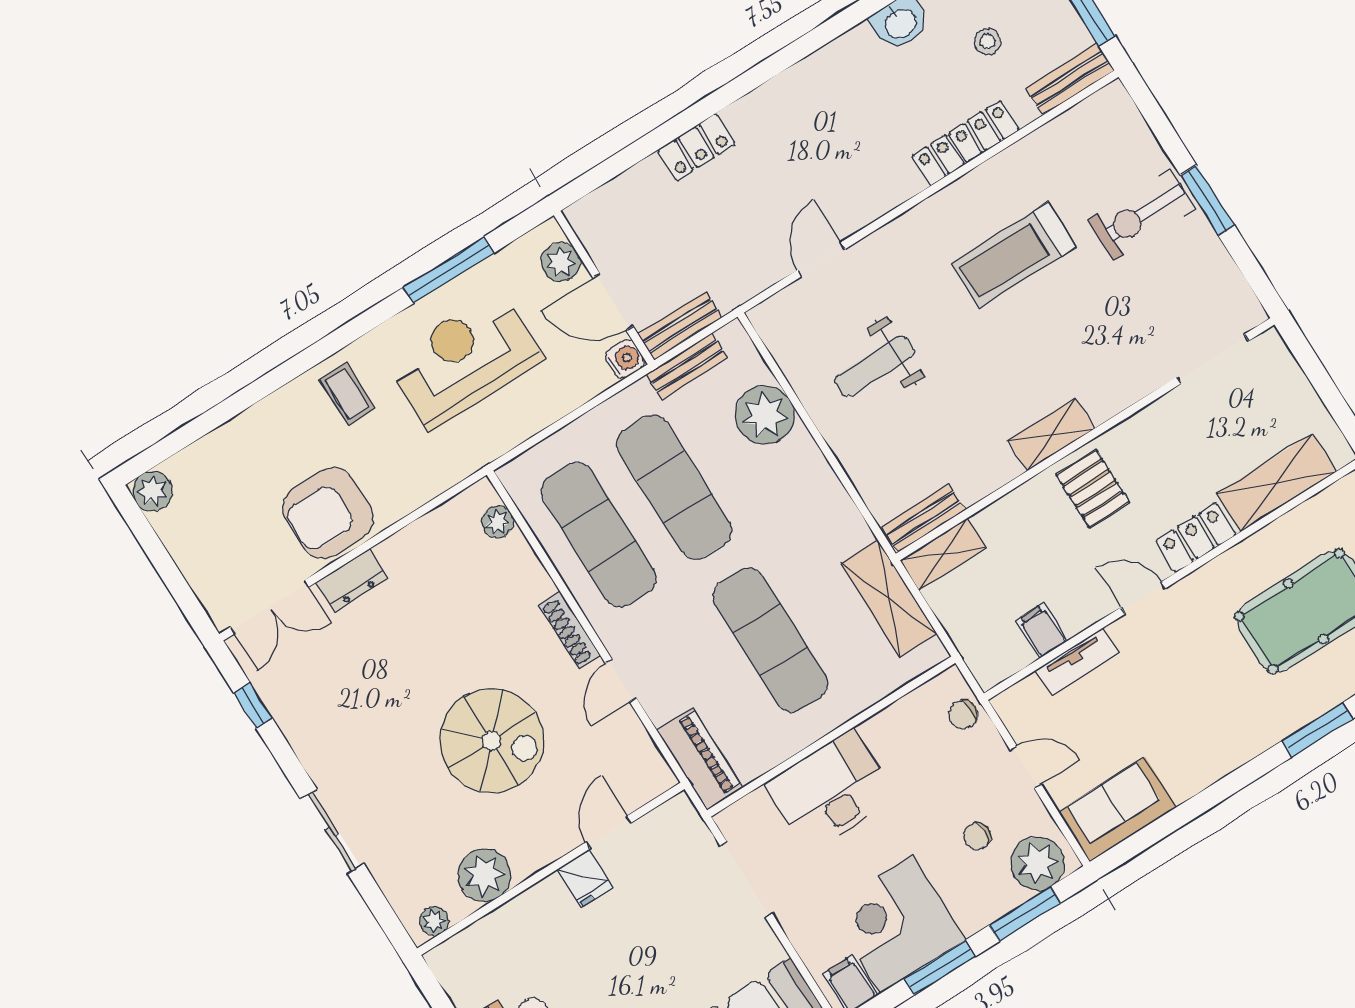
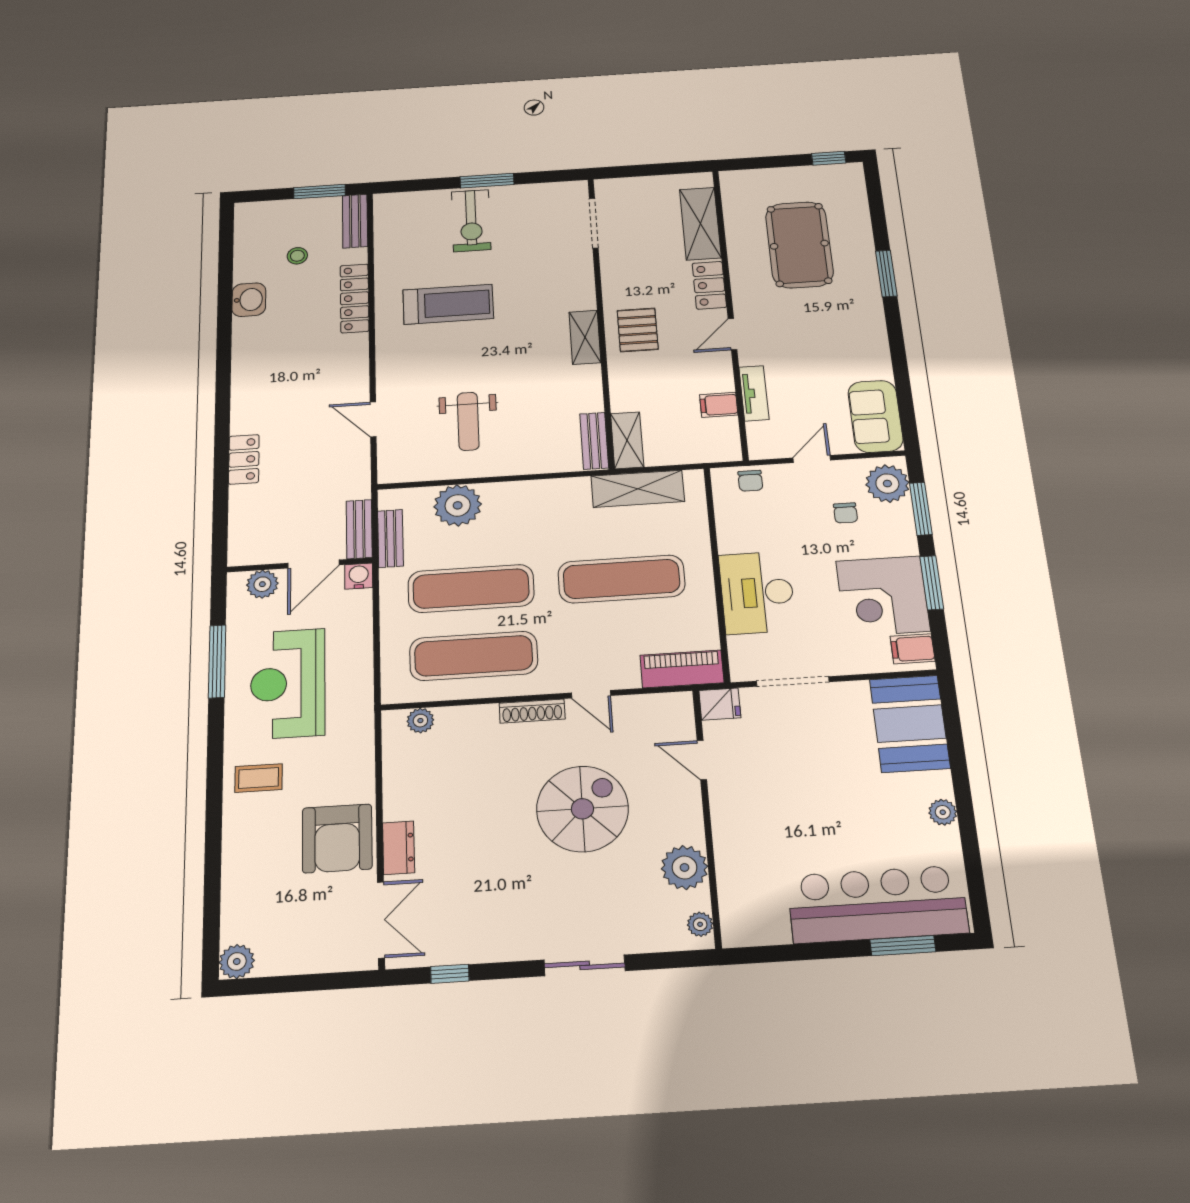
treadmill: (1014, 255) -> (448, 304), turned -90
pallet: (1093, 489) -> (638, 330), turned 90
fridge: (585, 879) -> (720, 704), moved

